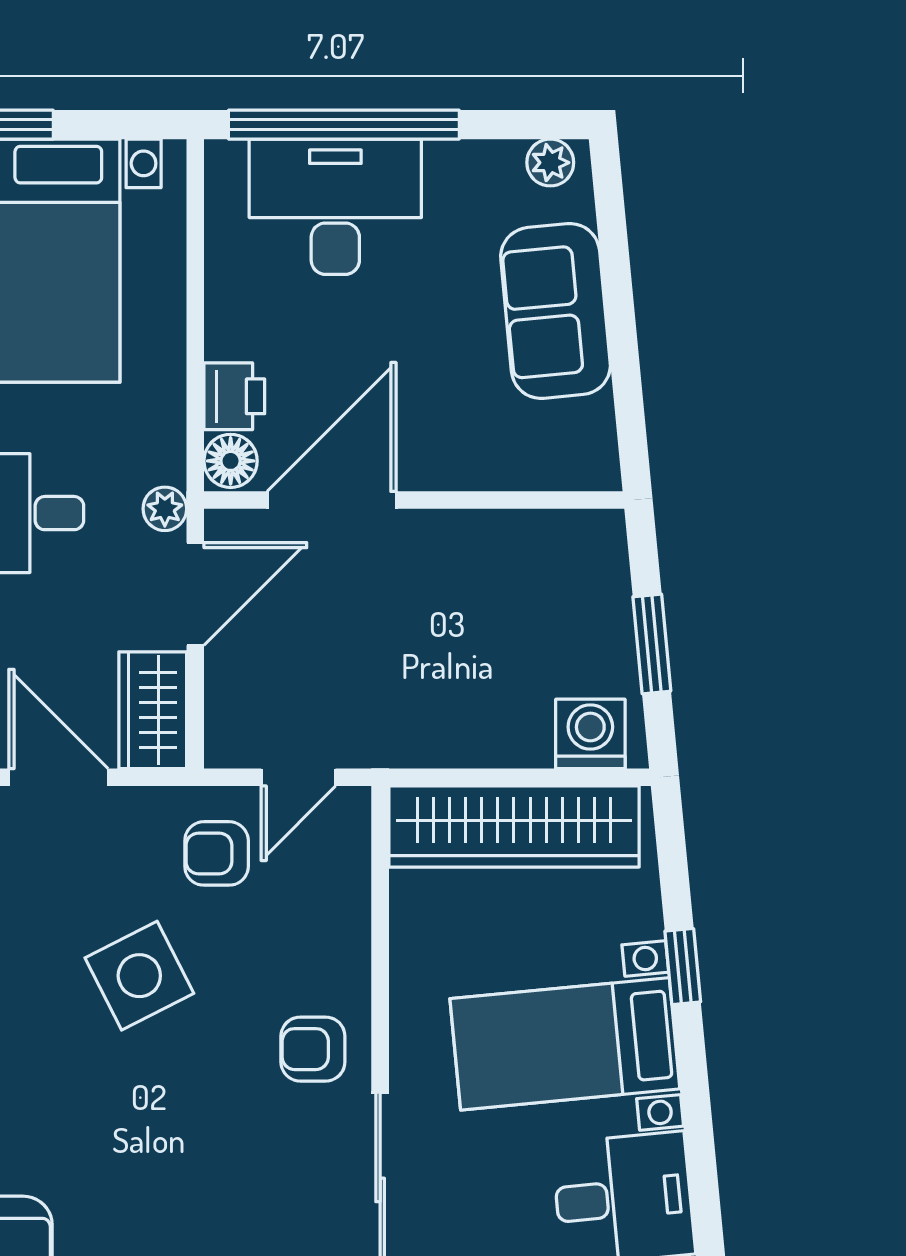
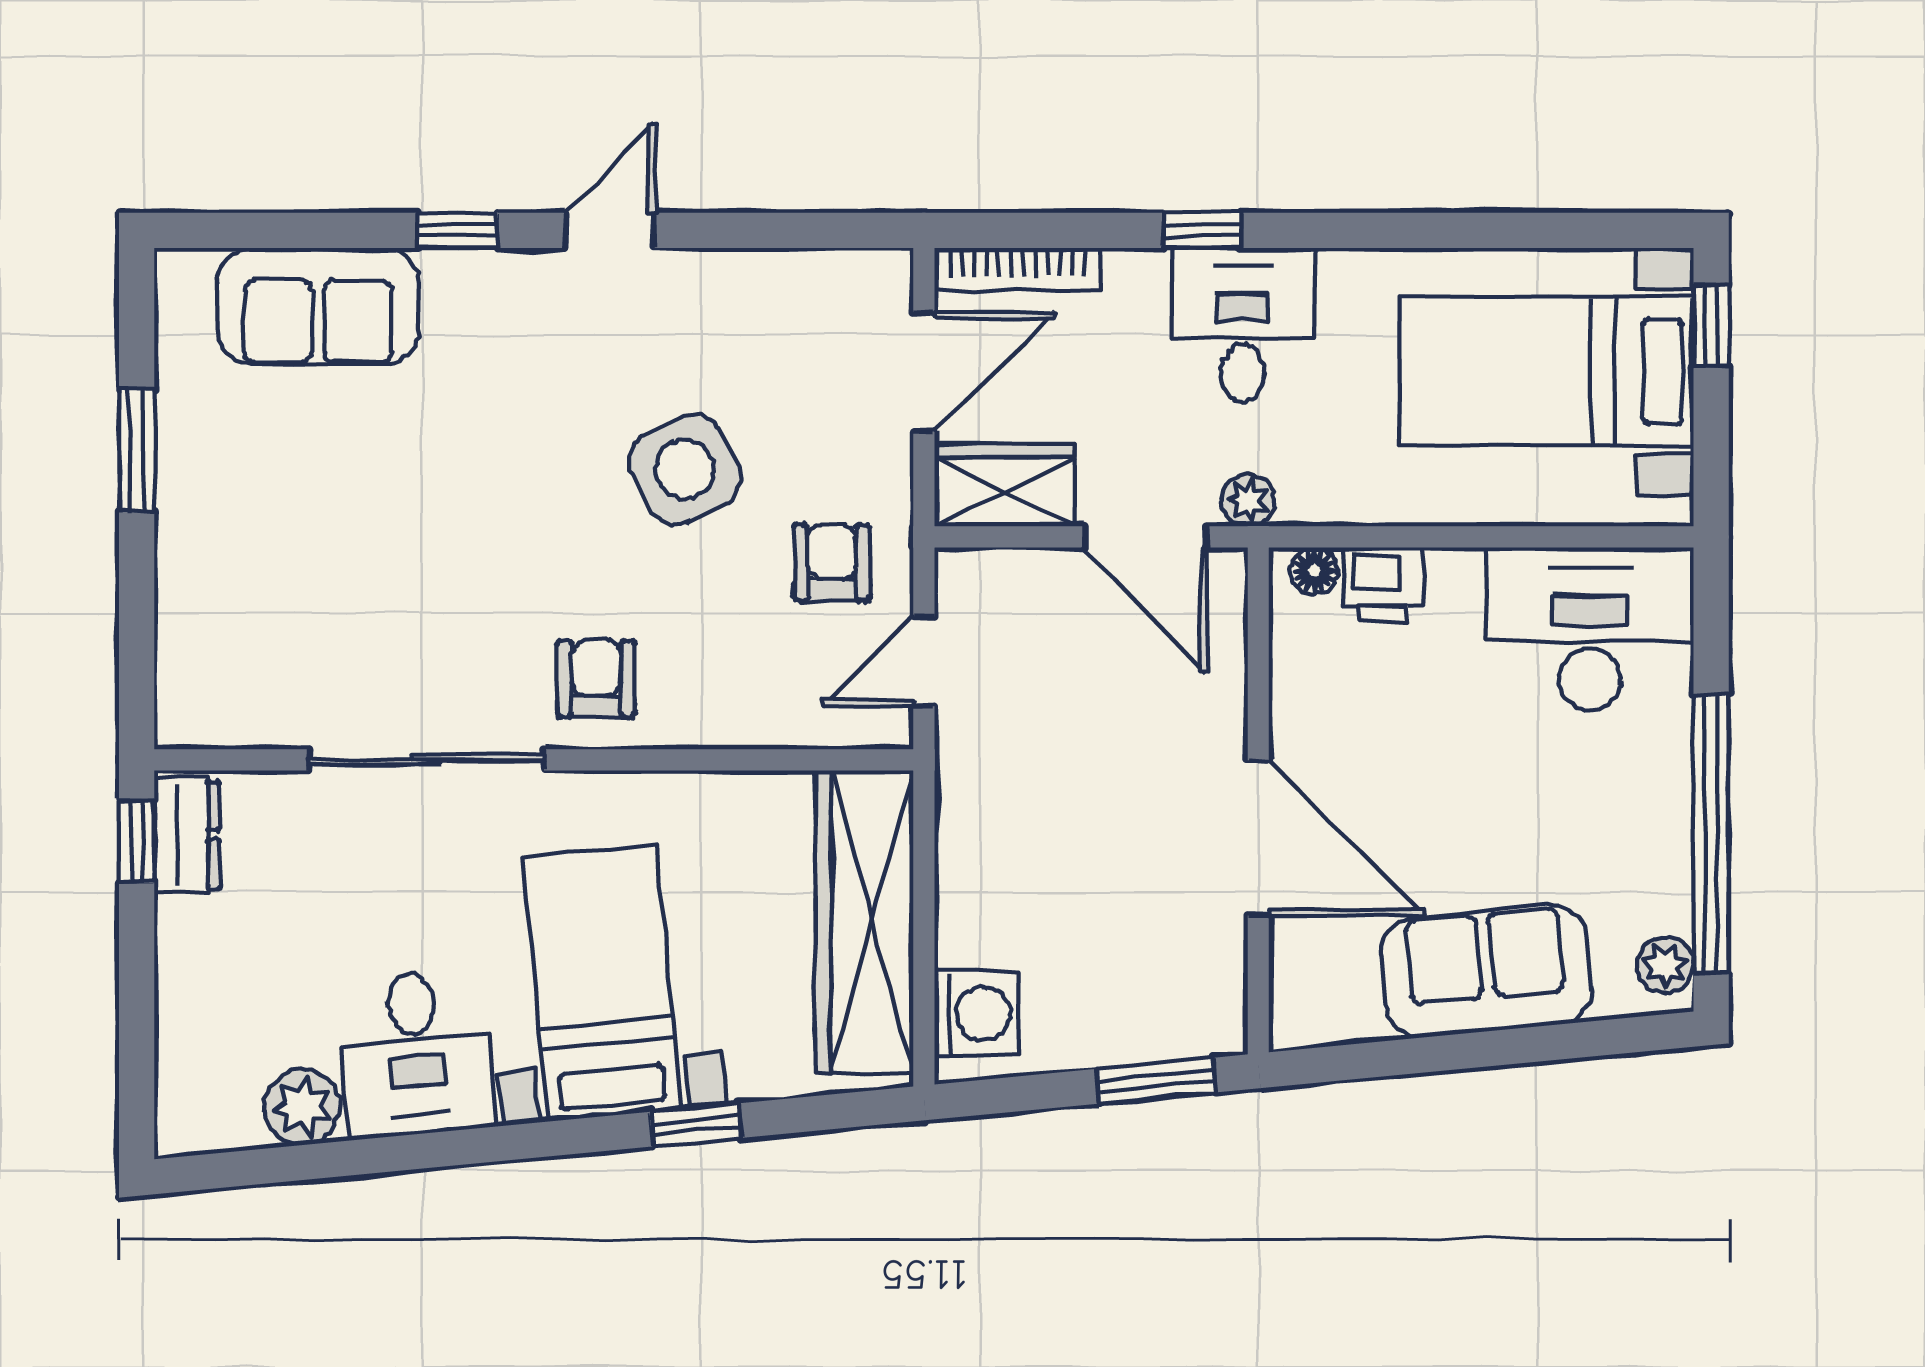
window: (344, 125) -> (1711, 834), moved
desk: (335, 207) -> (1590, 629), moved, turned -90
floor lamp: (231, 461) -> (1314, 571), width x0.73, depth x0.73
door: (332, 500) -> (1258, 838), moved
window: (652, 644) -> (1156, 1081), moved
door: (298, 777) -> (924, 661), hinge flipped

